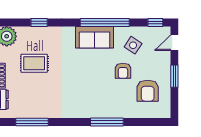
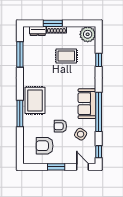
rug: (34, 63) -> (66, 56), turned 90
rug: (90, 103) -> (35, 100), added

